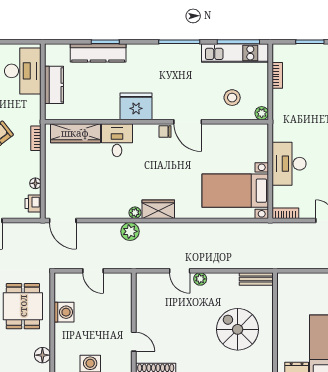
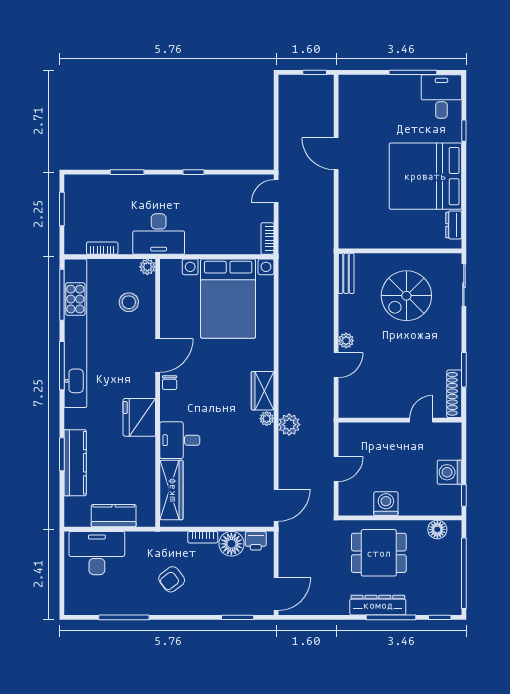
kitchen unit: (235, 53) -> (75, 333), width x1.86
bookcase: (36, 138) -> (203, 537), moved
desk: (289, 164) -> (159, 234), moved
floor lamp: (35, 183) -> (231, 544), width x1.89, depth x1.89
bed with nightstands: (235, 191) -> (228, 299), width x1.36

